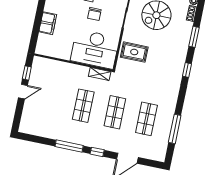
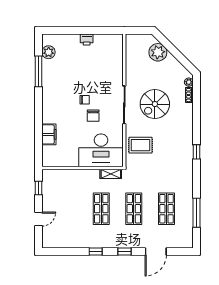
window: (194, 37) -> (197, 118), removed
door: (23, 92) -> (39, 219), moved
window: (69, 146) -> (96, 252), width x0.46

